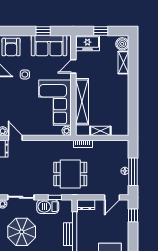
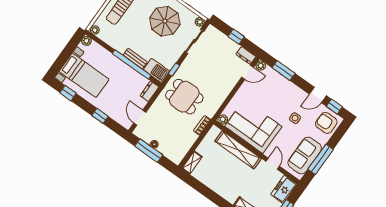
window: (43, 31) -> (321, 159), width x2.17
shelving: (100, 131) -> (192, 163), moved
dining table: (70, 174) -> (184, 97), turned 90
barbecue: (48, 207) -> (156, 70), moved, turned 90
window: (133, 215) -> (100, 116), moved

